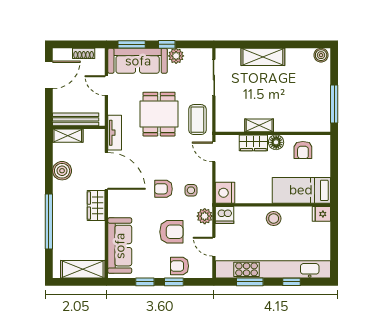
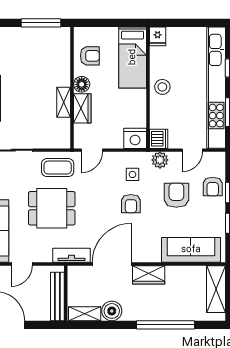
shelving: (68, 136) -> (85, 314), moved, turned 90

